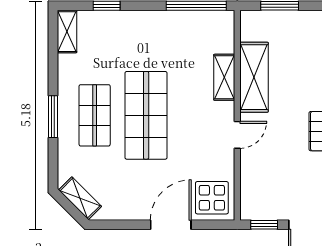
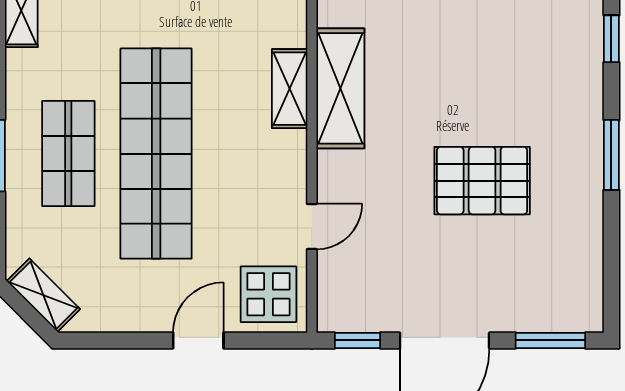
shop shelf: (146, 115) -> (156, 154), width x1.40
door: (237, 135) -> (312, 227), moved
door: (171, 225) -> (198, 340), width x0.73

